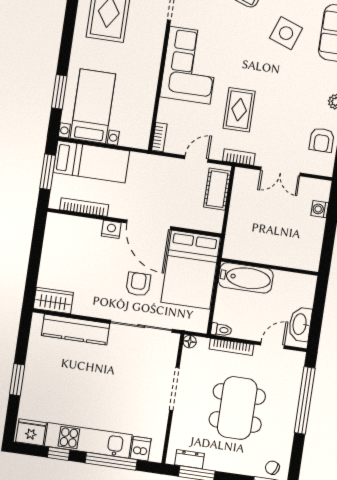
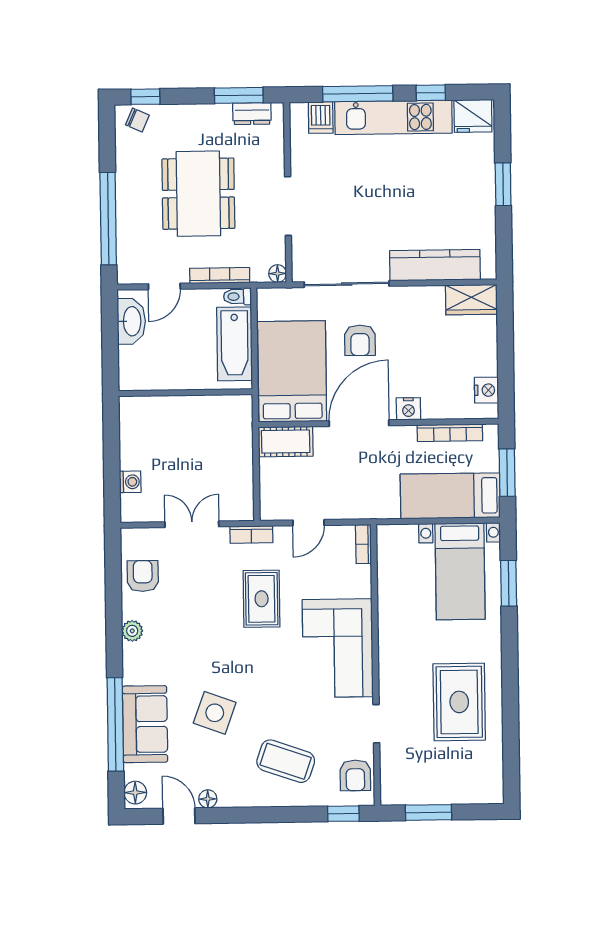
cot: (217, 189) -> (286, 442), moved, turned 90
door: (149, 225) -> (359, 423), hinge flipped
nightstand: (53, 234) -> (486, 390), added
bathtub: (246, 278) -> (235, 344), moved, turned -90

